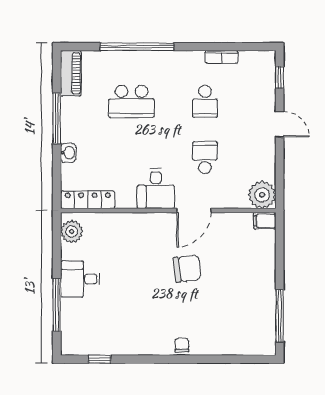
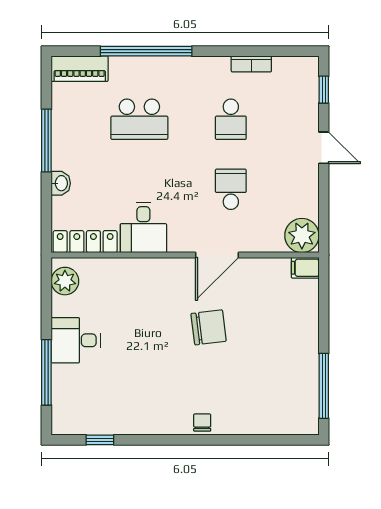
piano: (71, 73) -> (80, 69), moved, turned 90
desk: (156, 189) -> (143, 228), moved

